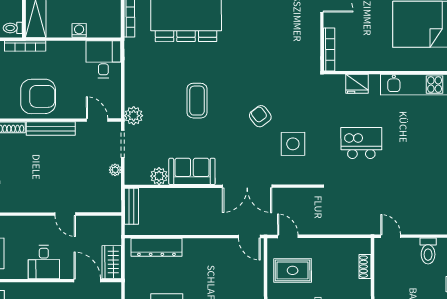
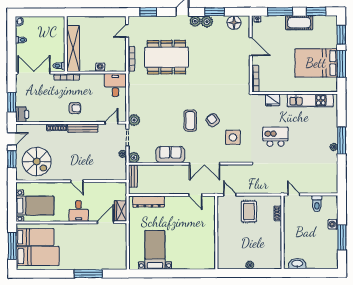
armchair: (38, 96) -> (75, 108), width x0.53, depth x0.53
coffee table: (197, 101) -> (190, 121), moved
door: (97, 120) -> (111, 123), hinge flipped
plant: (159, 176) -> (134, 158), moved
door: (65, 214) -> (77, 181), moved
door: (249, 236) -> (195, 195), moved
rug: (293, 270) -> (249, 212), moved, turned 90
door: (87, 280) -> (106, 222), hinge flipped

